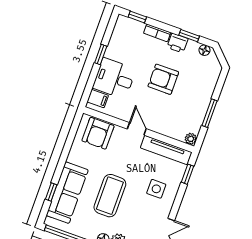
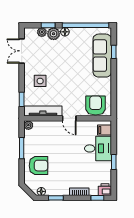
printer: (177, 43) -> (105, 190), moved
armchair: (163, 79) -> (38, 166), moved
coffee table: (110, 196) -> (71, 64), removed

